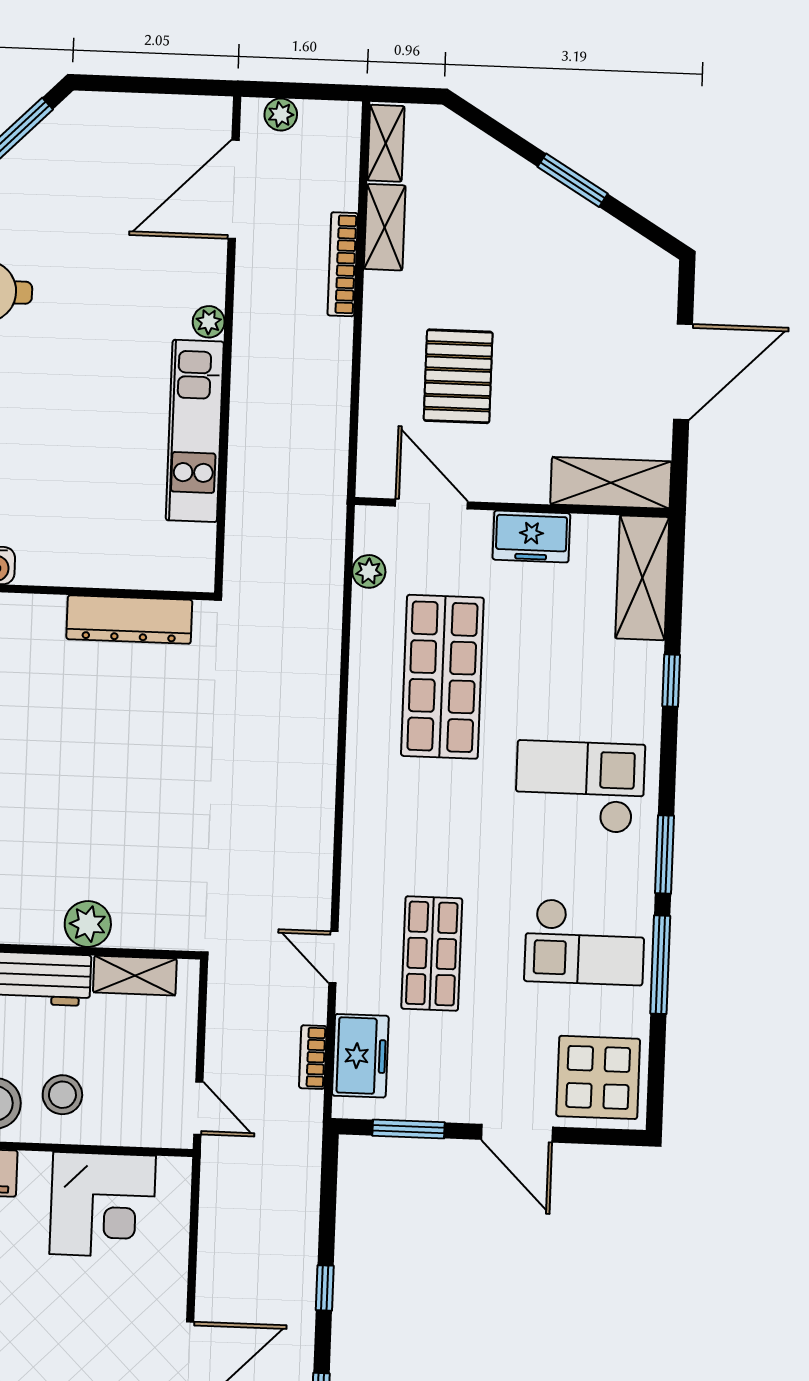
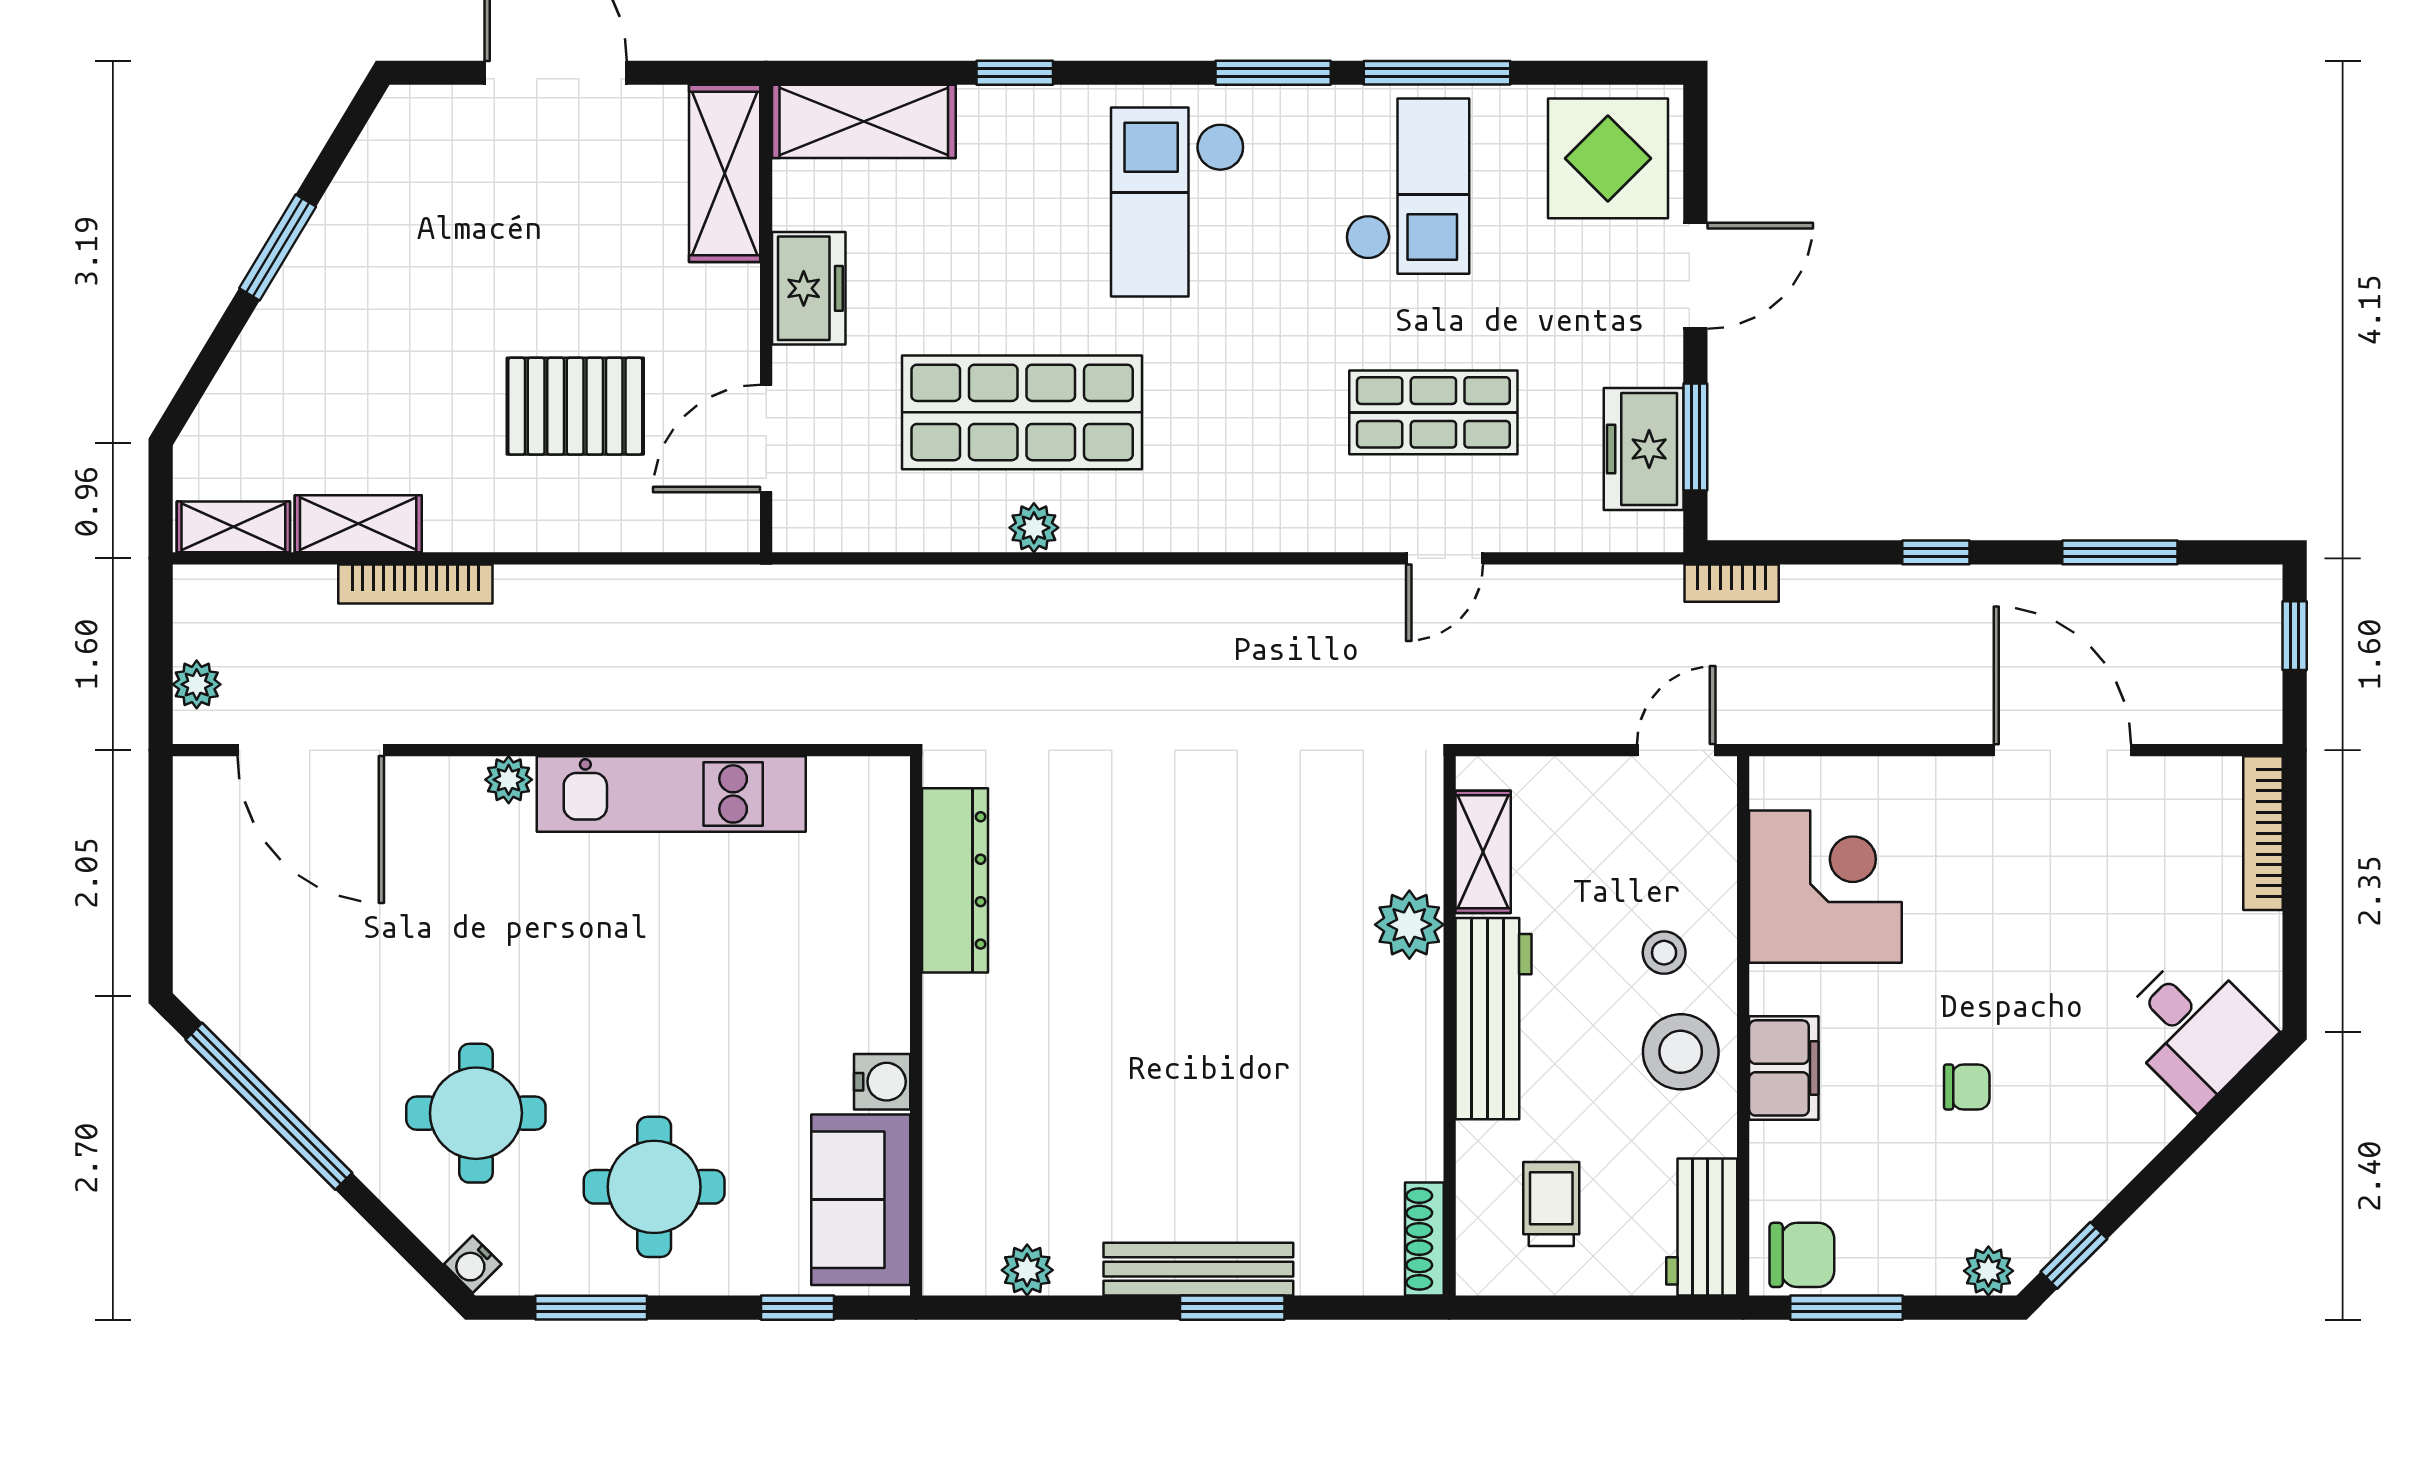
plant: (369, 571) -> (1034, 528), moved
freezer: (360, 1056) -> (1644, 449), moved, turned -90
bookcase: (313, 1057) -> (1732, 583), moved
stool: (62, 1095) -> (1664, 953), width x0.73, depth x0.73

